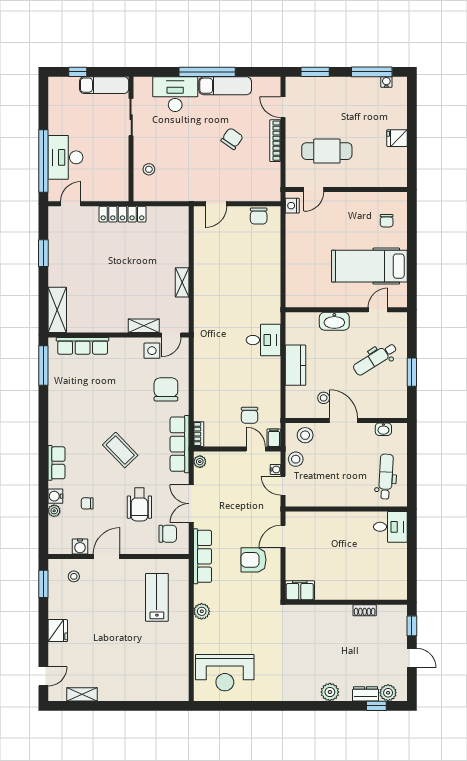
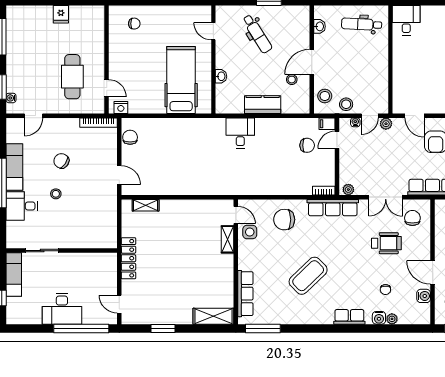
water cooler: (386, 82) -> (11, 98), moved
desk: (175, 94) -> (22, 206), width x0.73
bookcase: (275, 141) -> (99, 123), moved
desk: (65, 157) -> (62, 309), moved
stool: (149, 169) -> (56, 194), moved
chair: (259, 216) -> (130, 137), turned -90
hospital bed: (369, 266) -> (181, 80), moved, turned 180
shelving: (182, 282) -> (146, 205), moved
washbasin: (334, 321) -> (221, 76), width x0.52, depth x0.69
coffee table: (120, 450) -> (308, 276), moved, width x1.36, depth x1.32
plant: (274, 504) -> (386, 124), added

